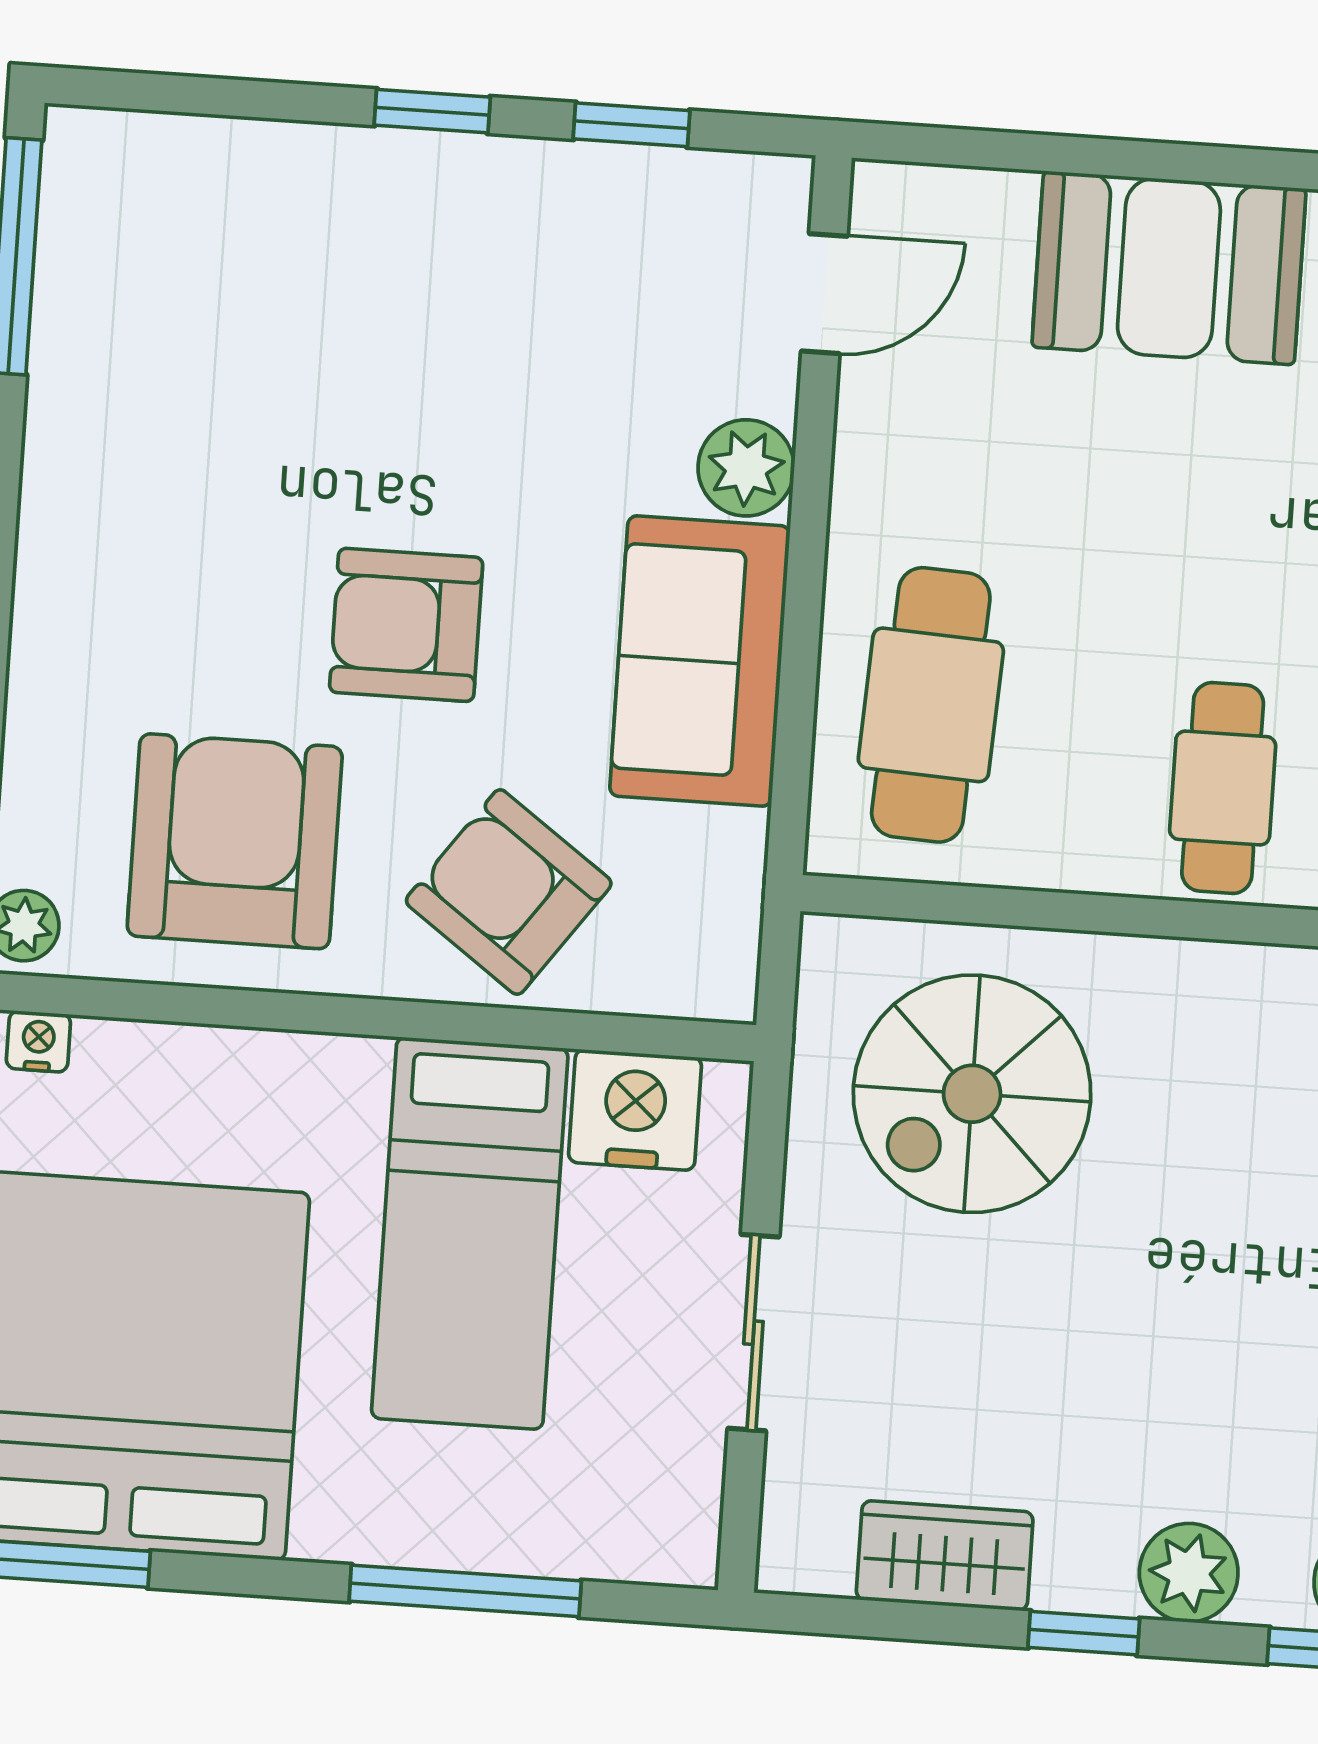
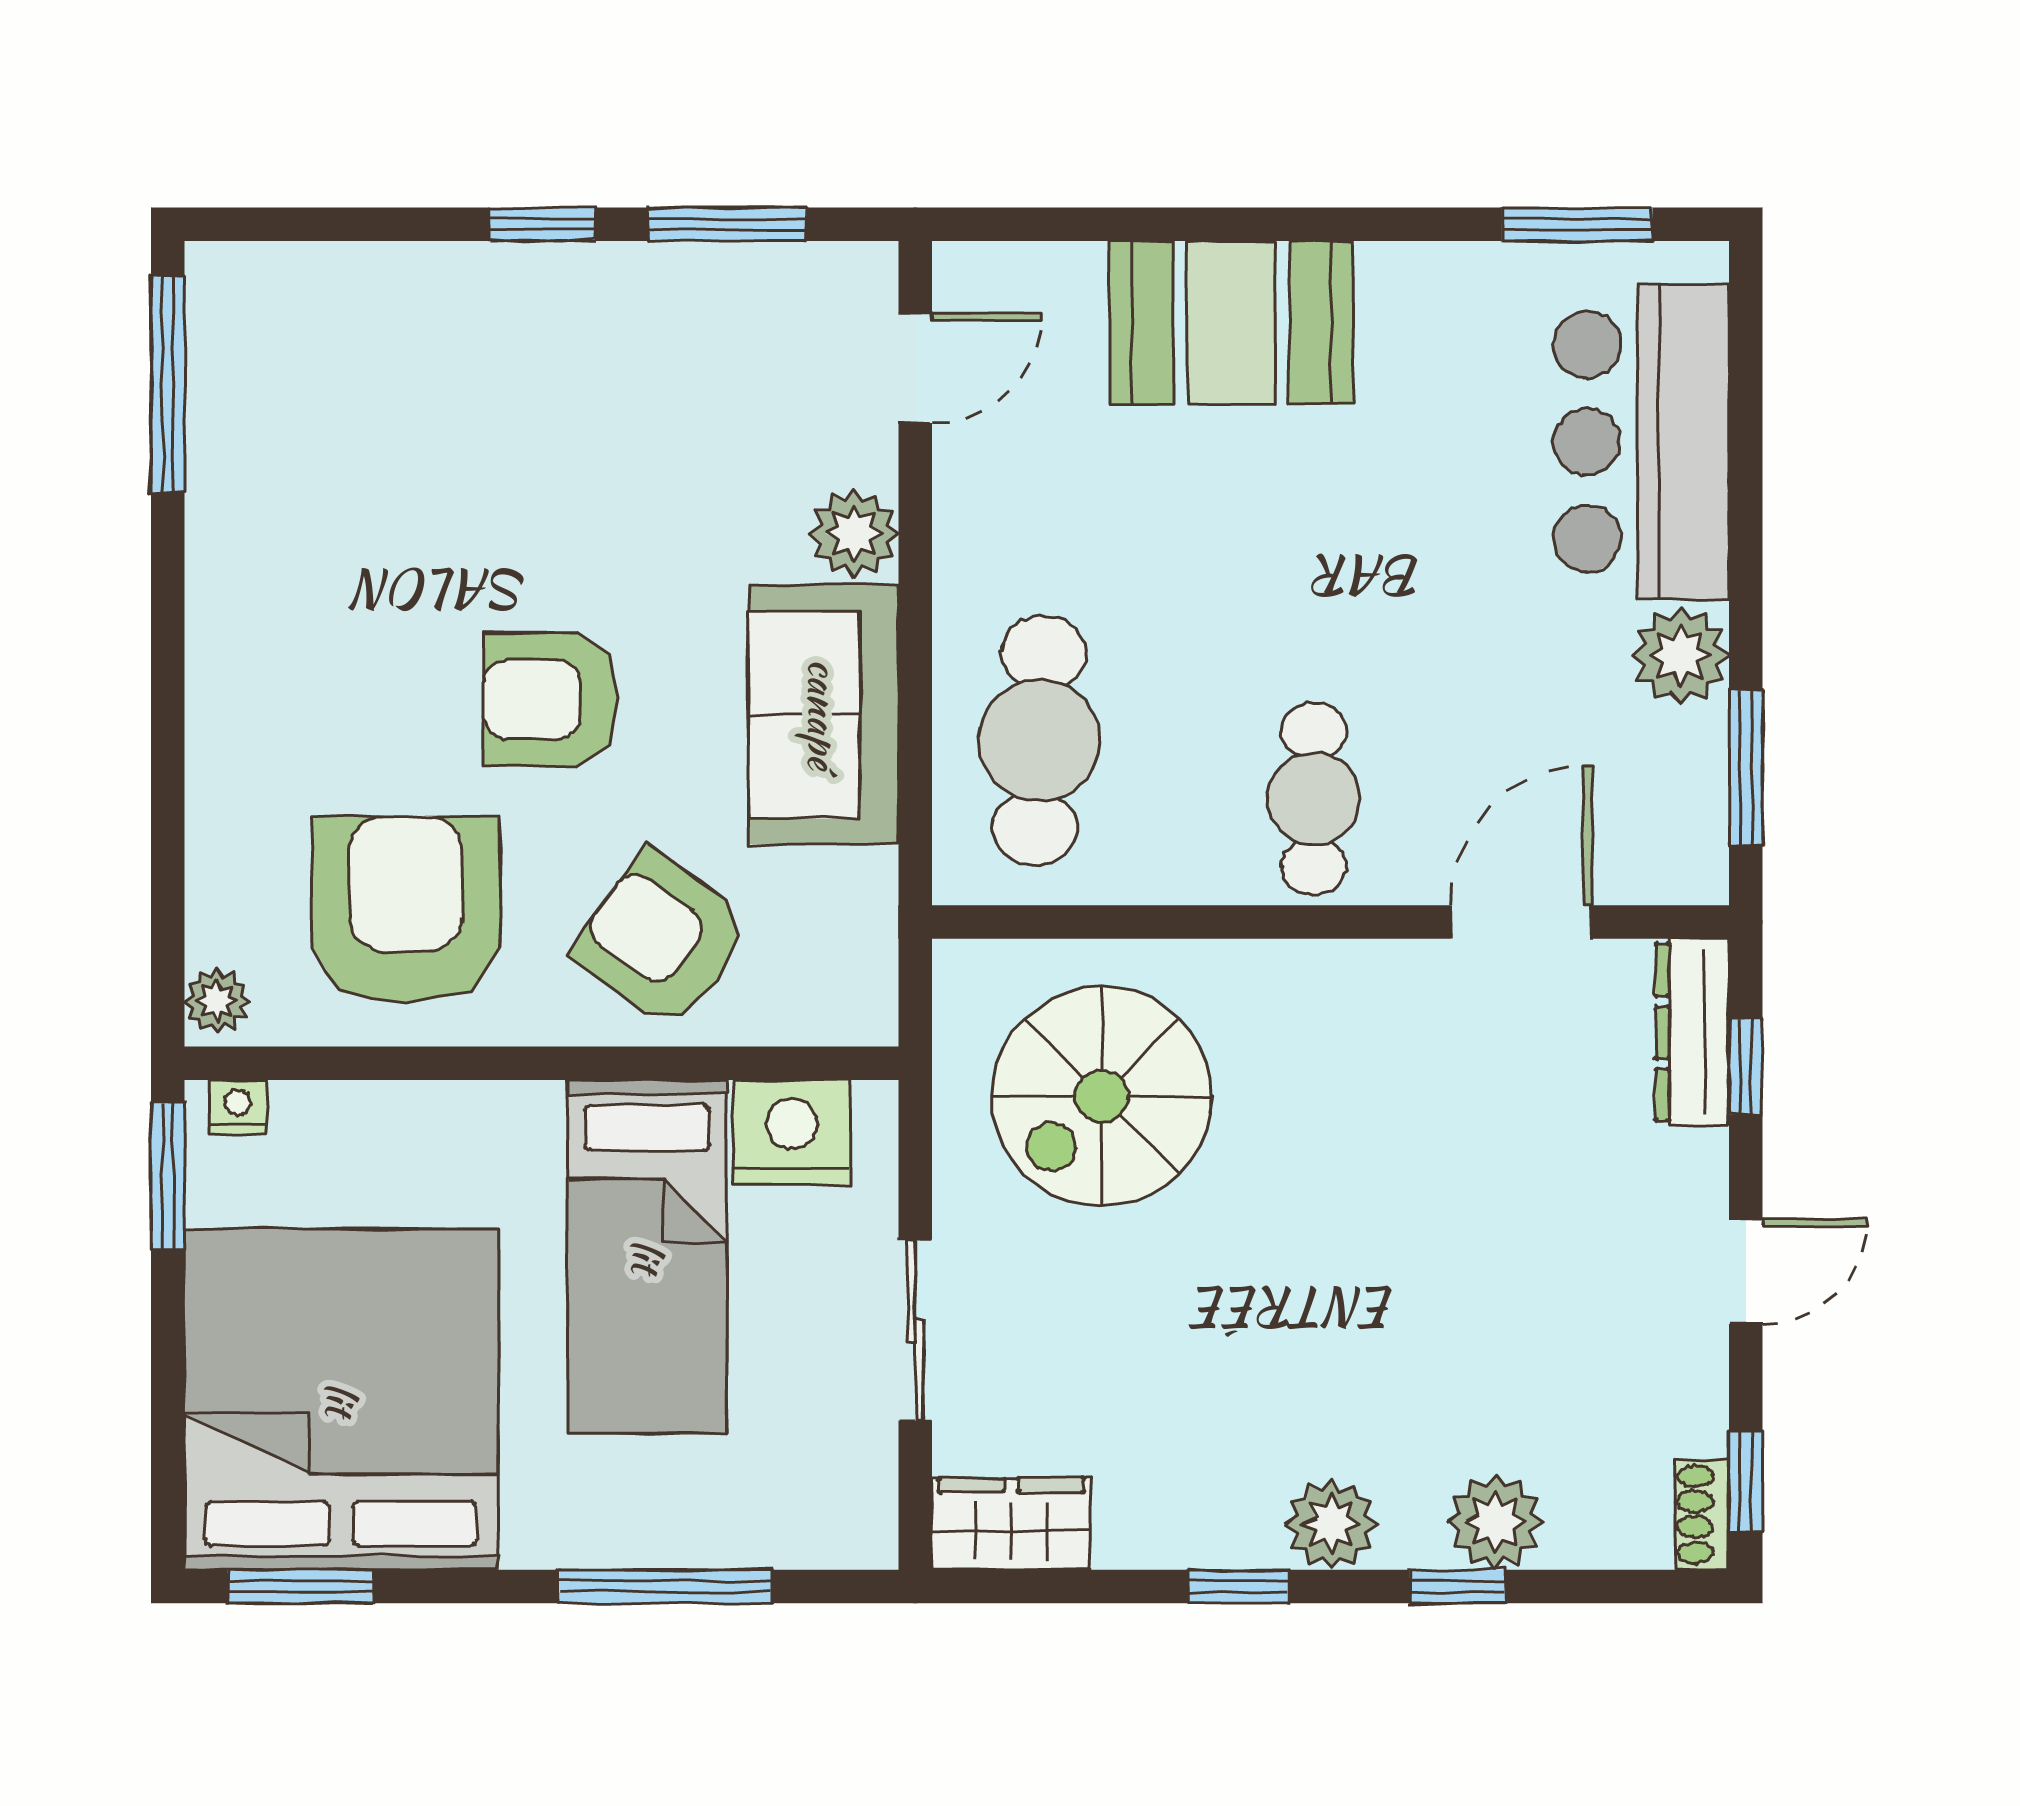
window: (632, 125) -> (727, 224), width x1.50
wardrobe: (945, 1556) -> (1011, 1524), moved

